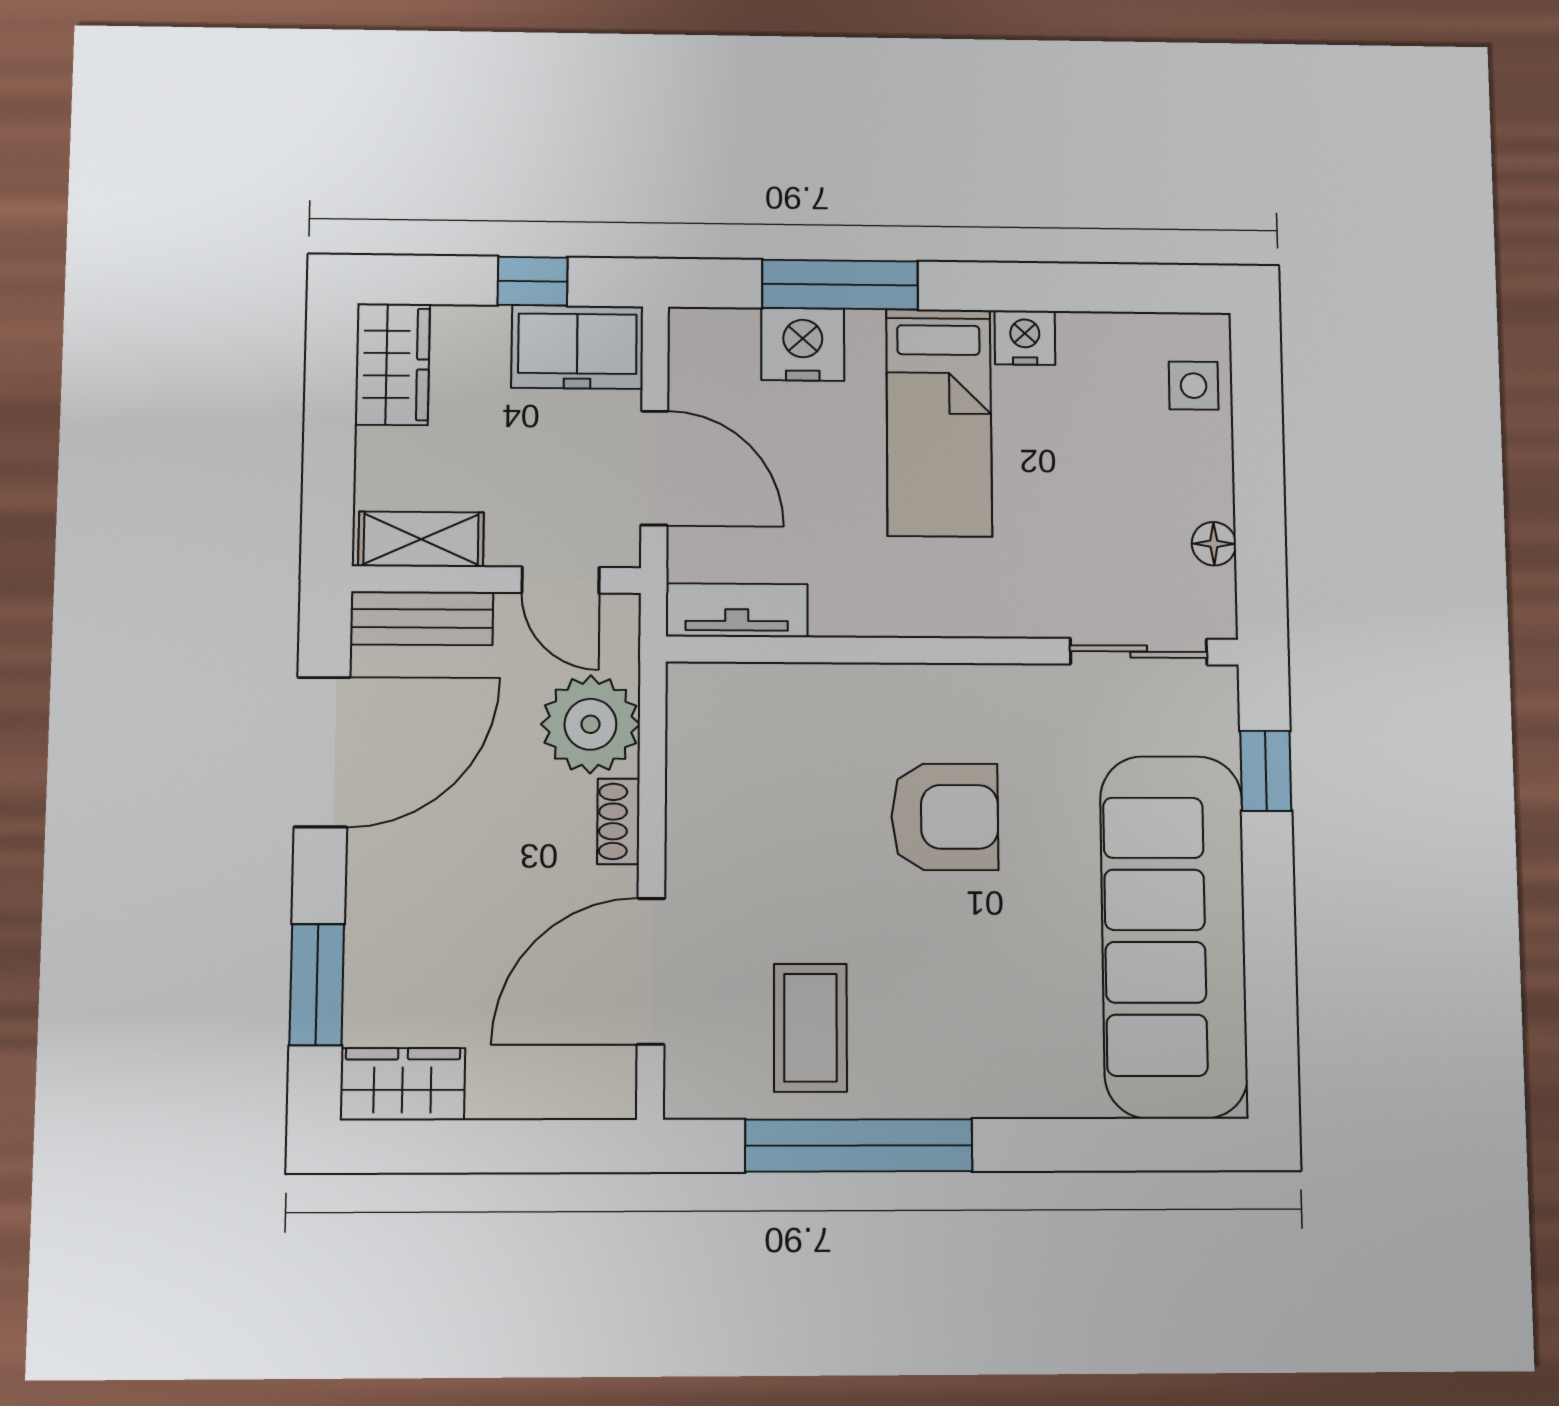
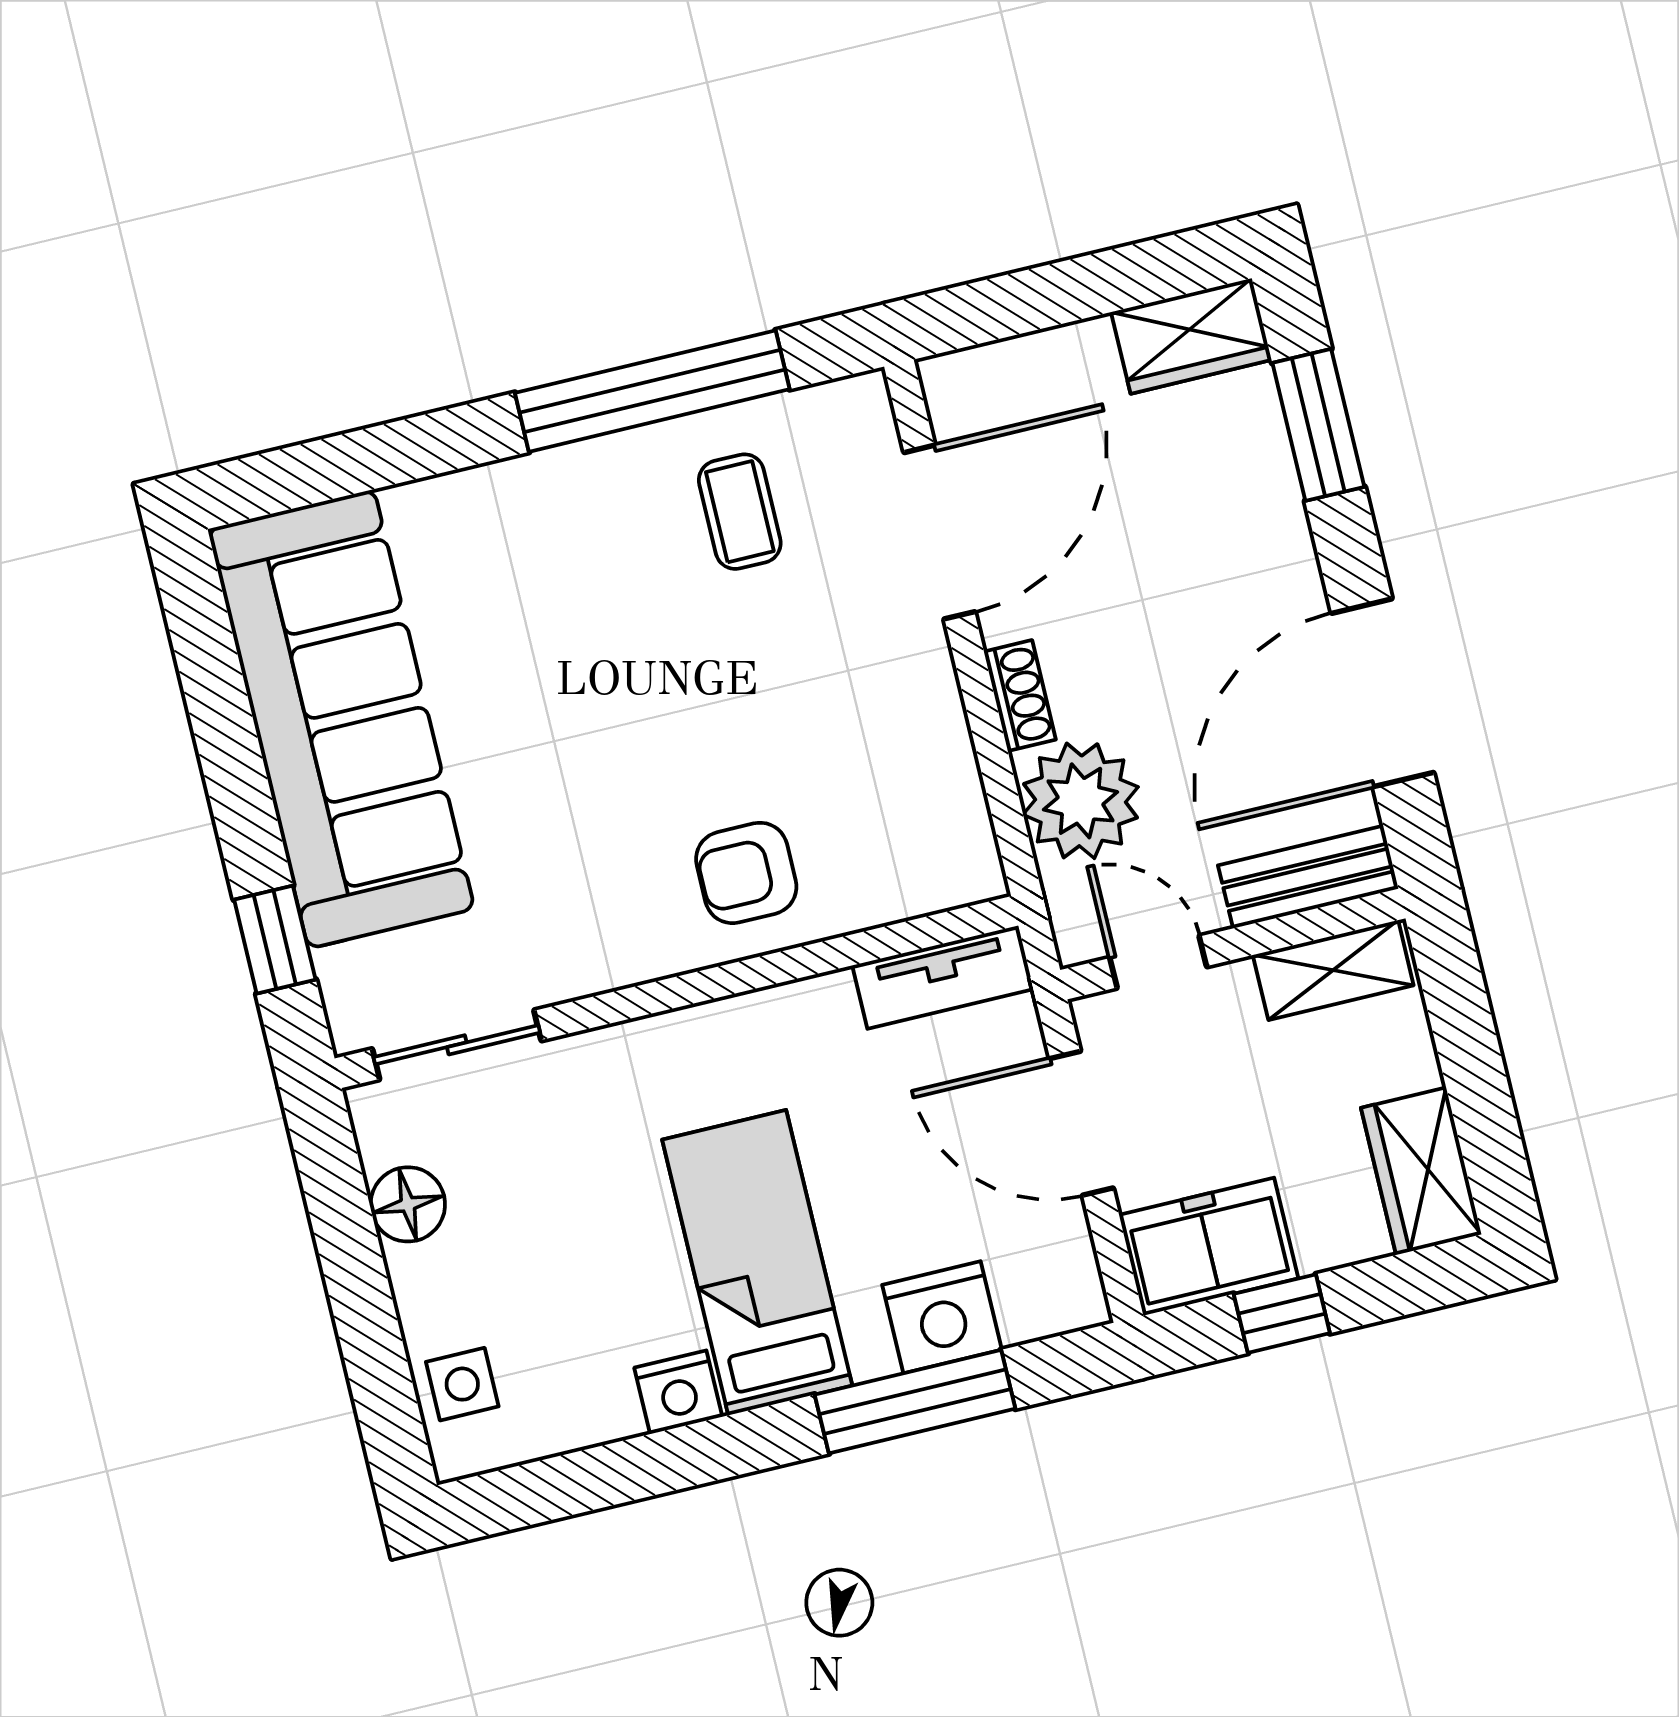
floor lamp: (1214, 544) -> (408, 1204), width x1.37, depth x1.37
armchair: (945, 817) -> (746, 873), moved, width x0.72, depth x0.72
coffee table: (810, 1028) -> (740, 512), width x0.73, depth x0.77

